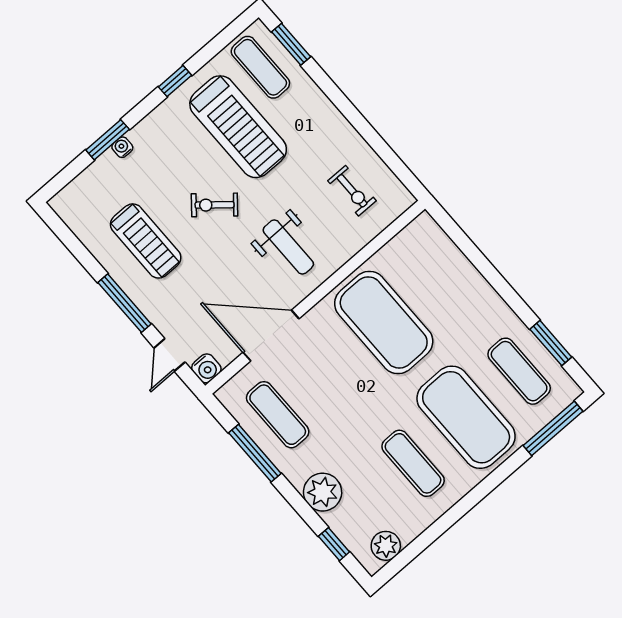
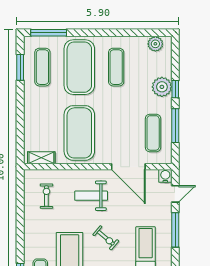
shelving: (407, 239) -> (41, 158), added
weight bench: (288, 247) -> (91, 196), turned -90
window: (334, 544) -> (175, 89), moved

